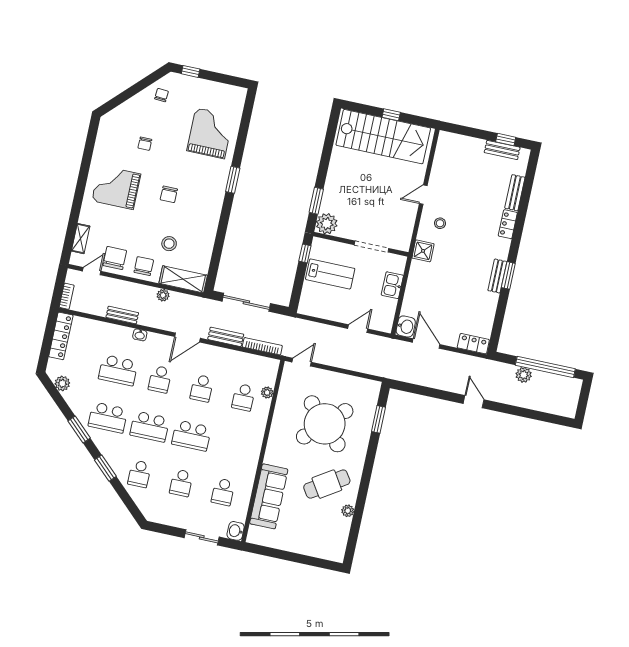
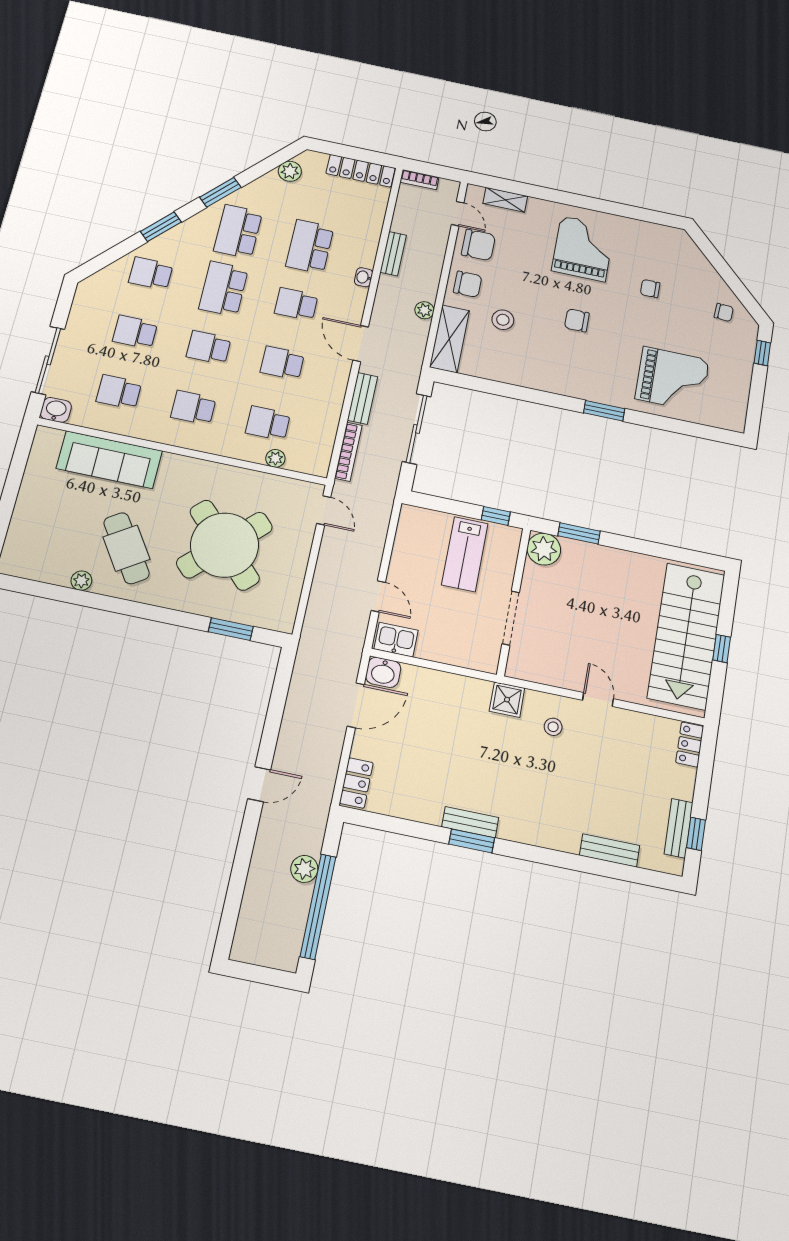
locker: (508, 224) -> (690, 744), moved, turned -90
kitchen sink: (392, 285) -> (396, 640), moved
school desk: (191, 436) -> (209, 347), width x0.54
school desk: (233, 445) -> (193, 408), added
sliding door: (202, 537) -> (48, 360), width x1.37

